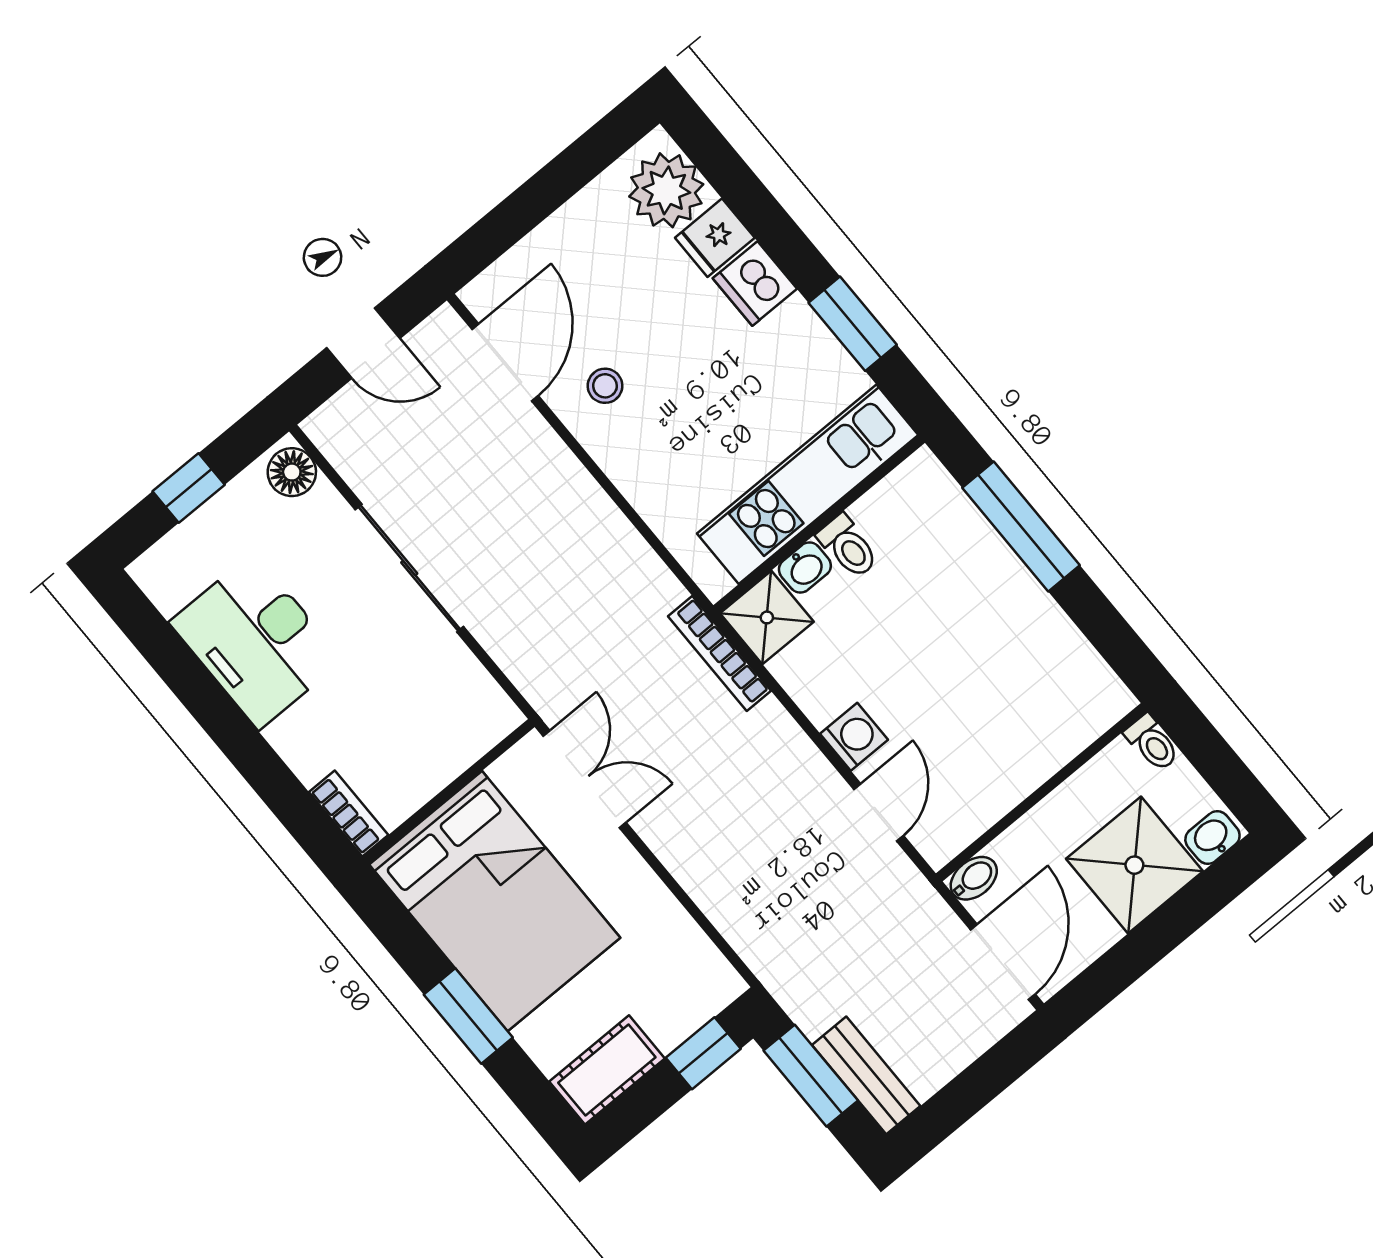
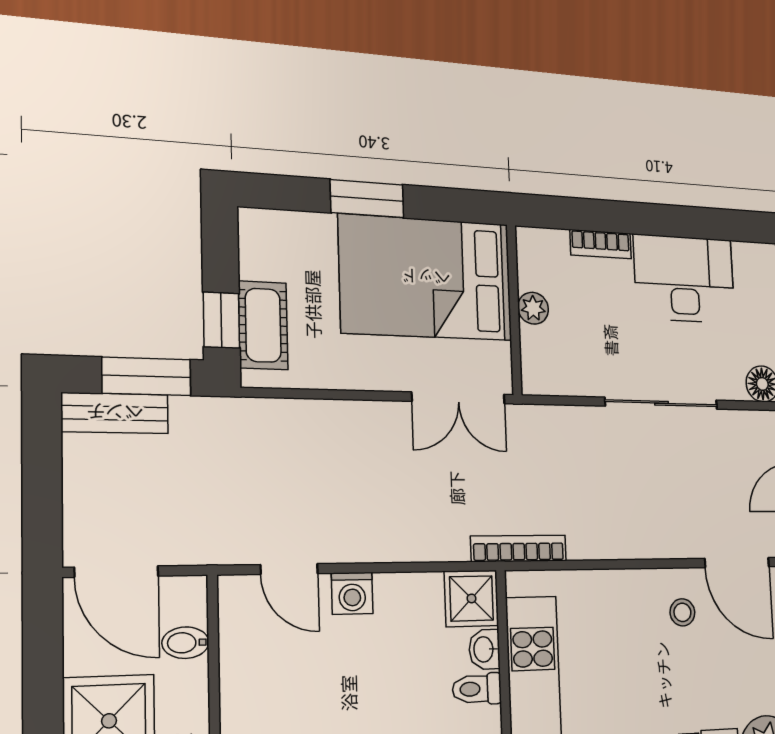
bookcase: (720, 654) -> (519, 549), moved
plant: (430, 774) -> (533, 308), added
bookcase: (349, 814) -> (601, 244), moved
bidet: (974, 878) -> (185, 643), moved, turned 90
cot: (607, 1070) -> (263, 325), moved

